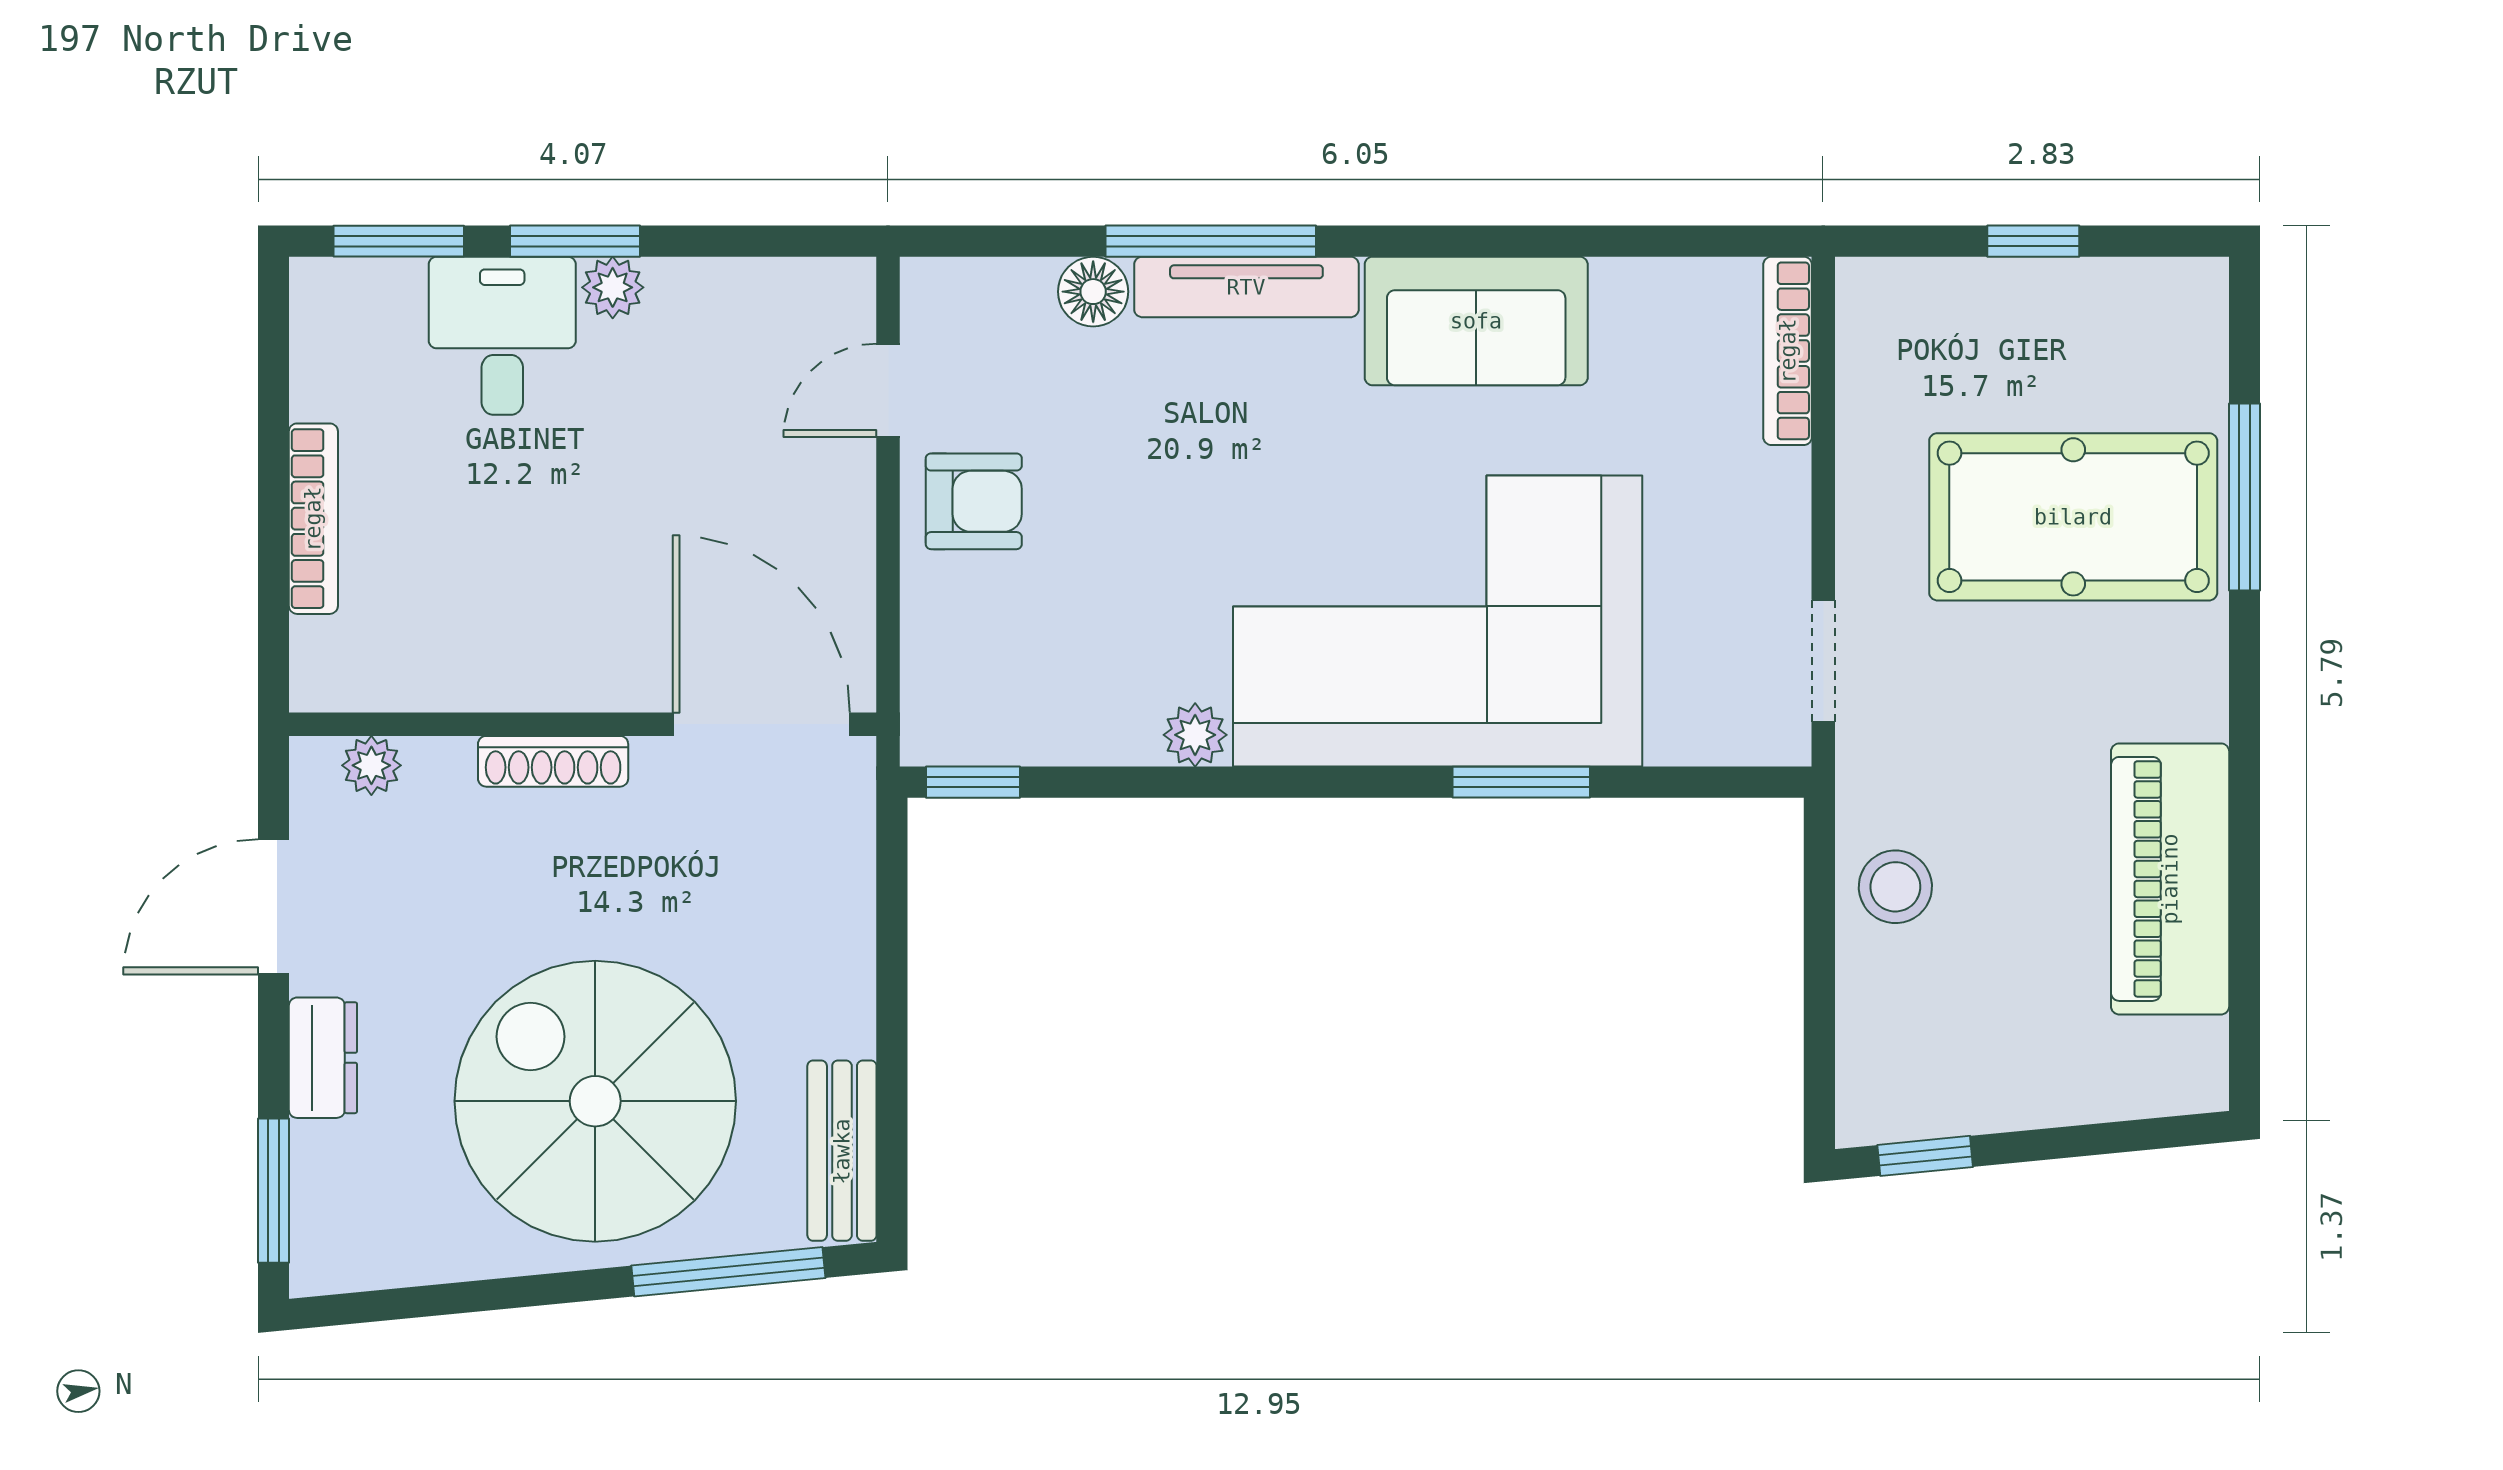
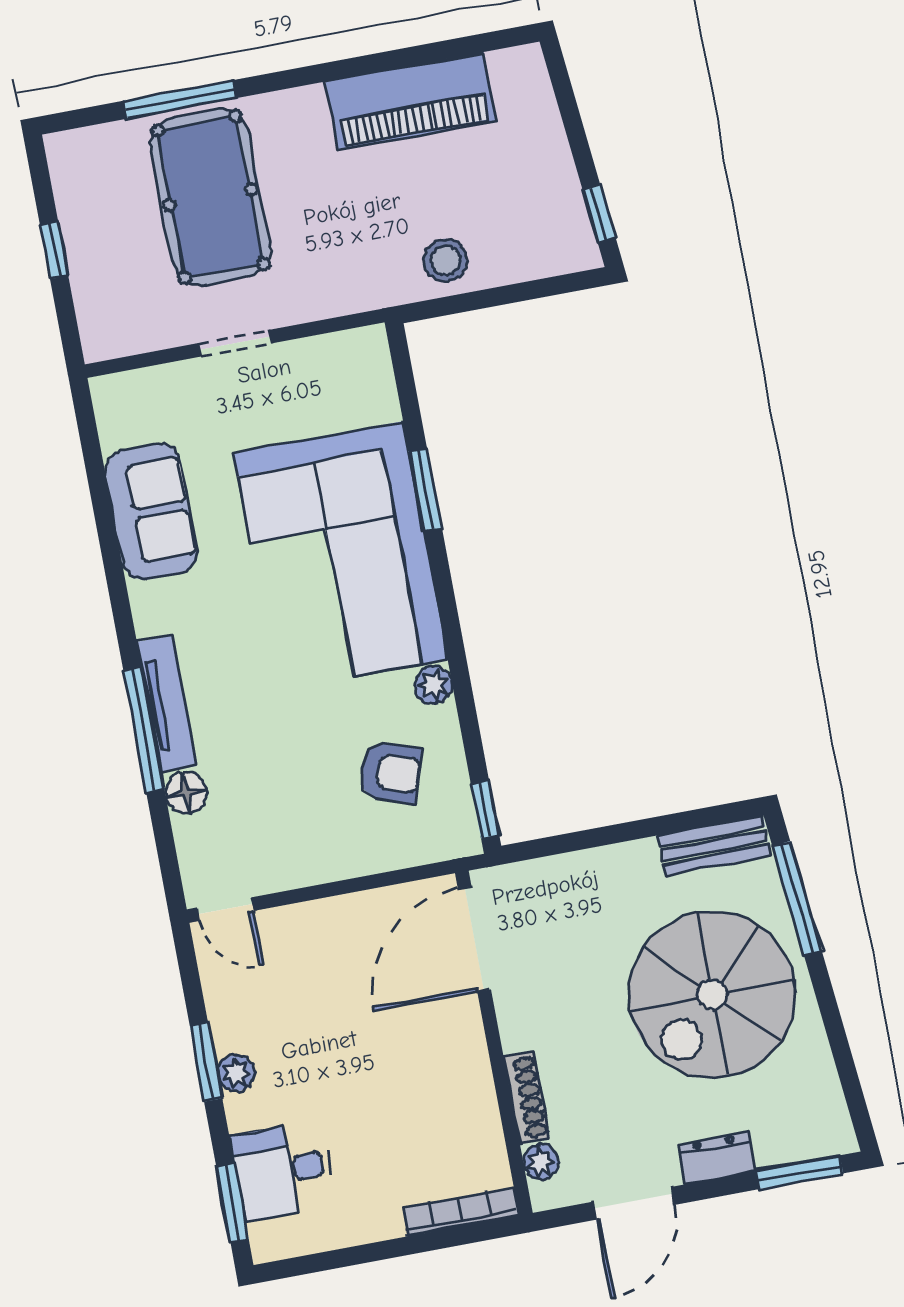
window: (575, 241) -> (206, 1062), moved
sofa: (1476, 321) -> (151, 512), moved
desk: (502, 336) -> (283, 1171), moved
bookcase: (1788, 351) -> (145, 382), removed
door: (888, 390) -> (225, 909), moved
armchair: (974, 501) -> (391, 773), moved, turned 109
bookcase: (313, 519) -> (461, 1212), moved
doorway: (1823, 661) -> (235, 343), moved
shoe rack: (553, 761) -> (526, 1098), moved
door: (274, 907) -> (634, 1203), hinge flipped

